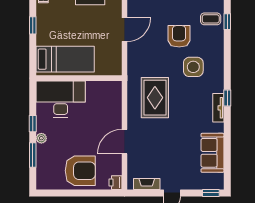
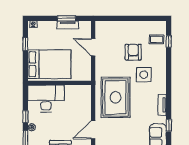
door: (125, 30) -> (93, 47), swing flipped
bed: (65, 59) -> (49, 64), width x1.50
rug: (155, 98) -> (115, 97), width x1.37, depth x1.44
window: (227, 98) -> (169, 125), moved

